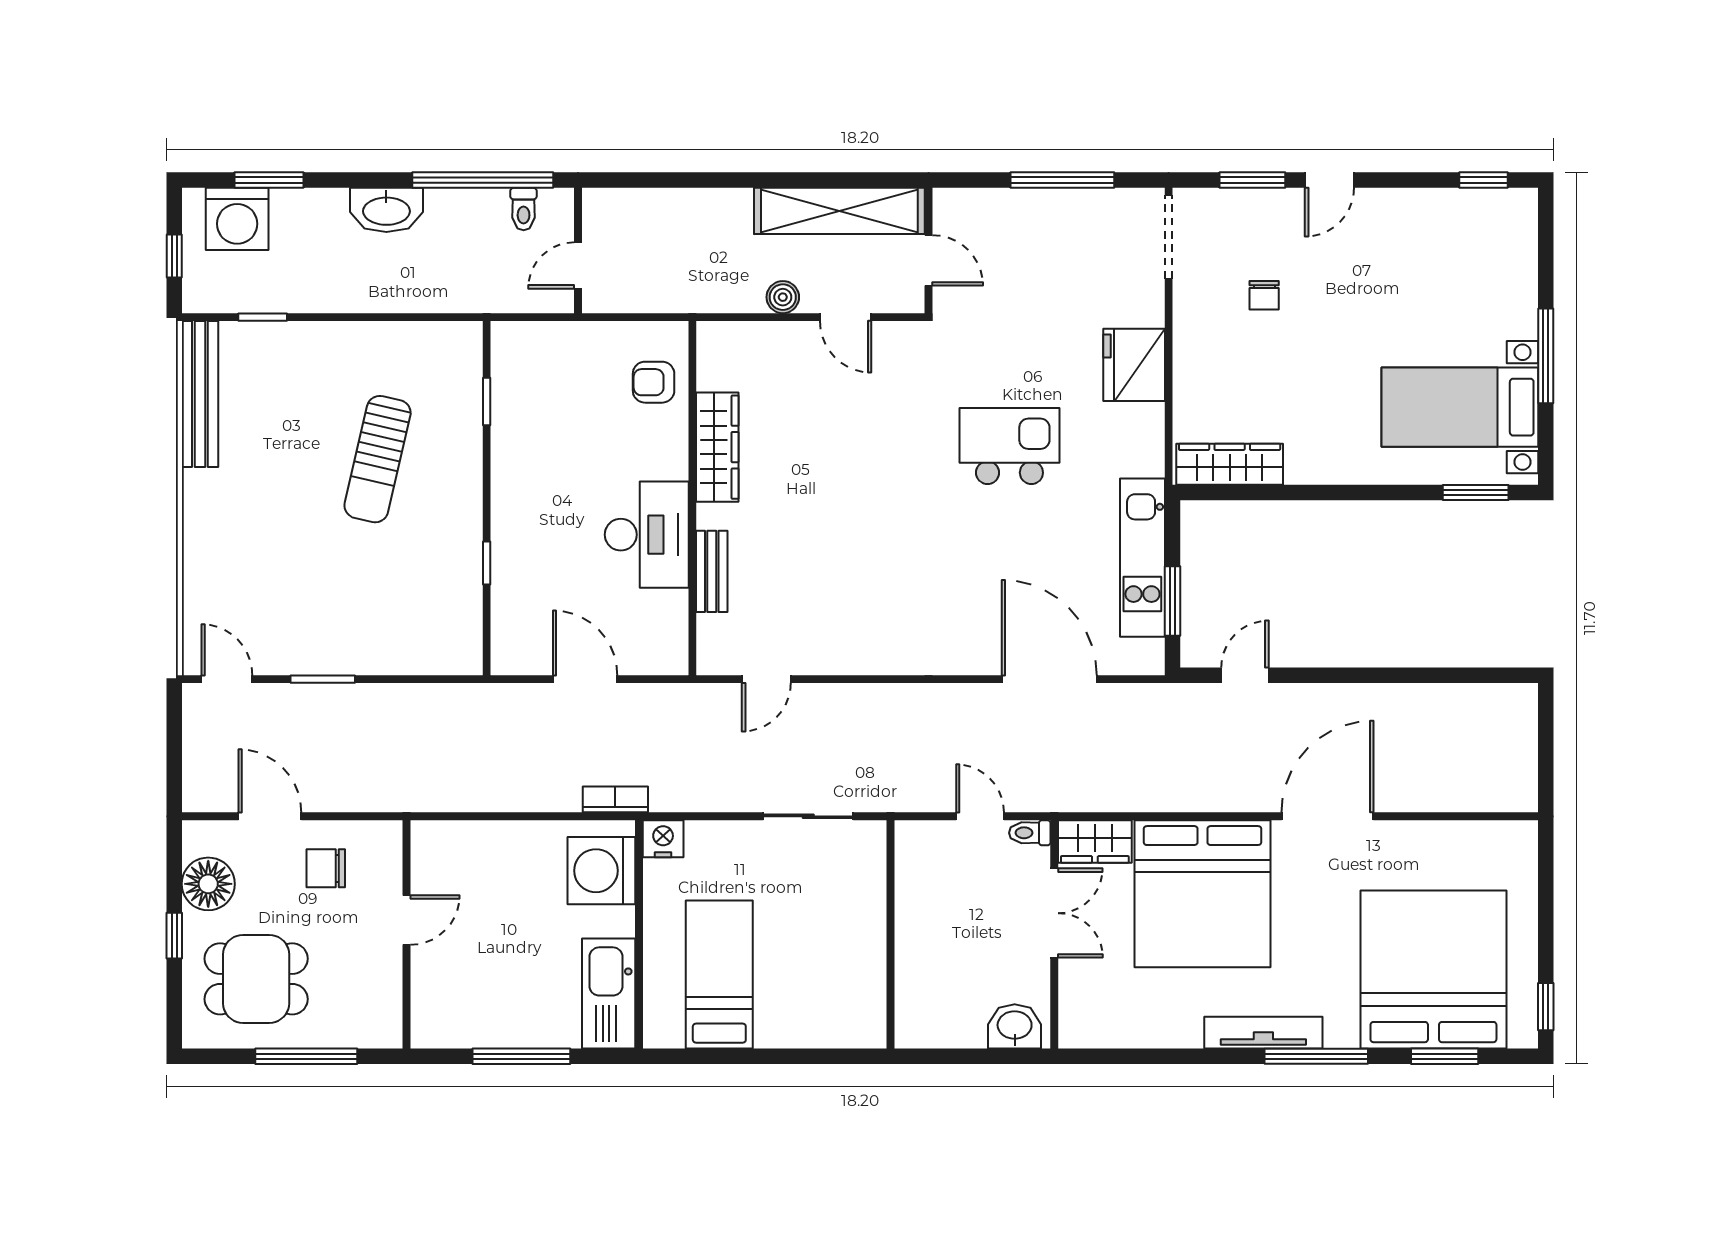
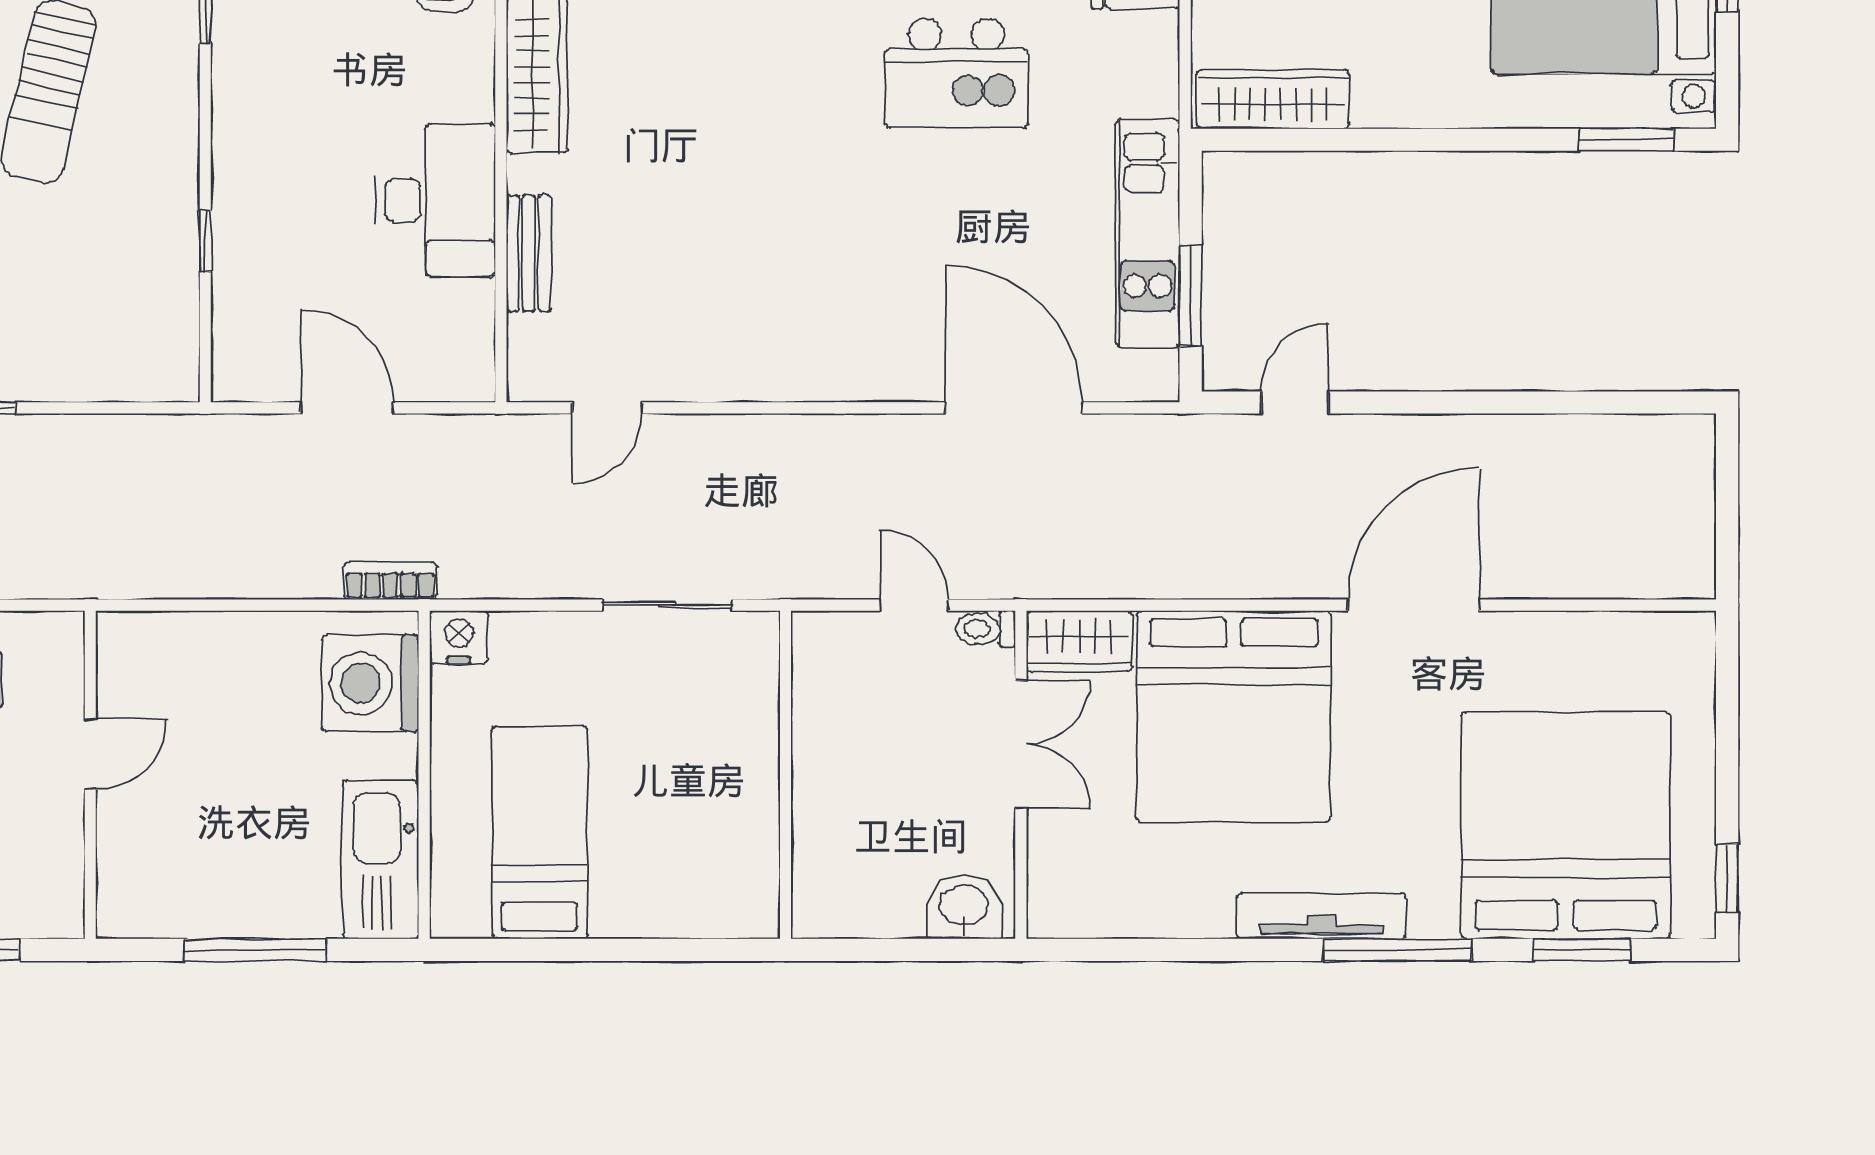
kitchen island: (1009, 446) -> (957, 73), turned 180

